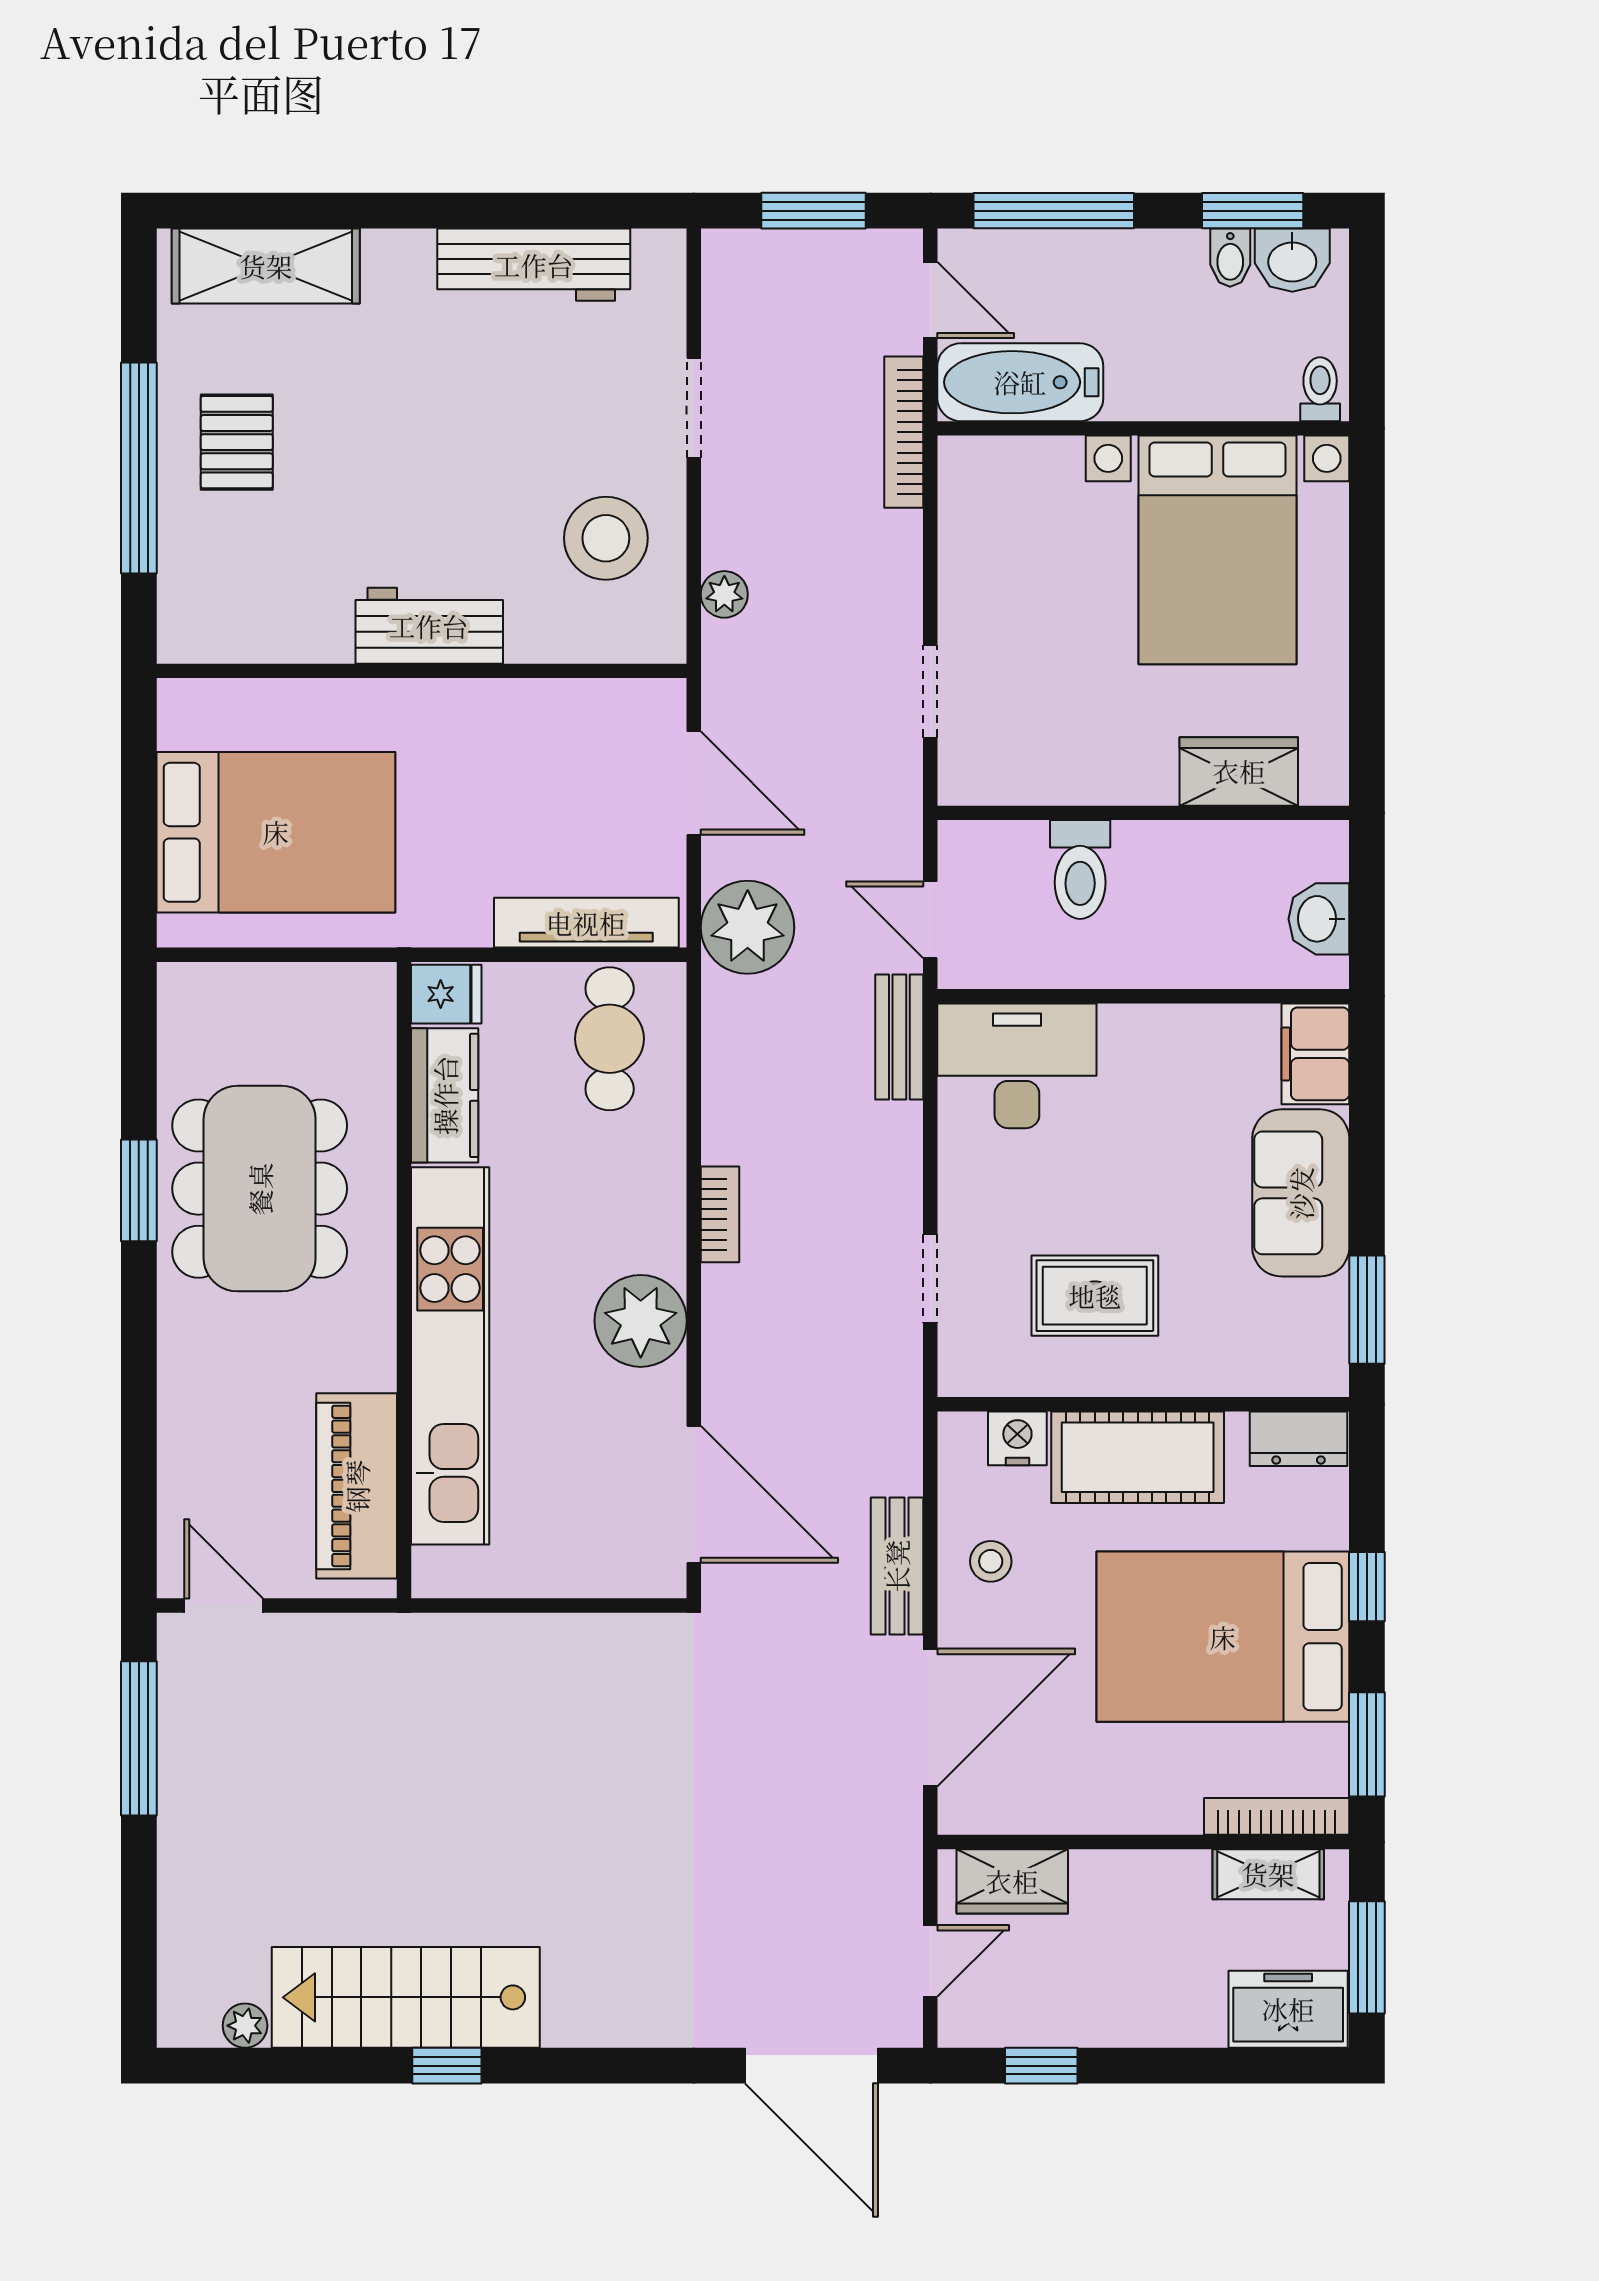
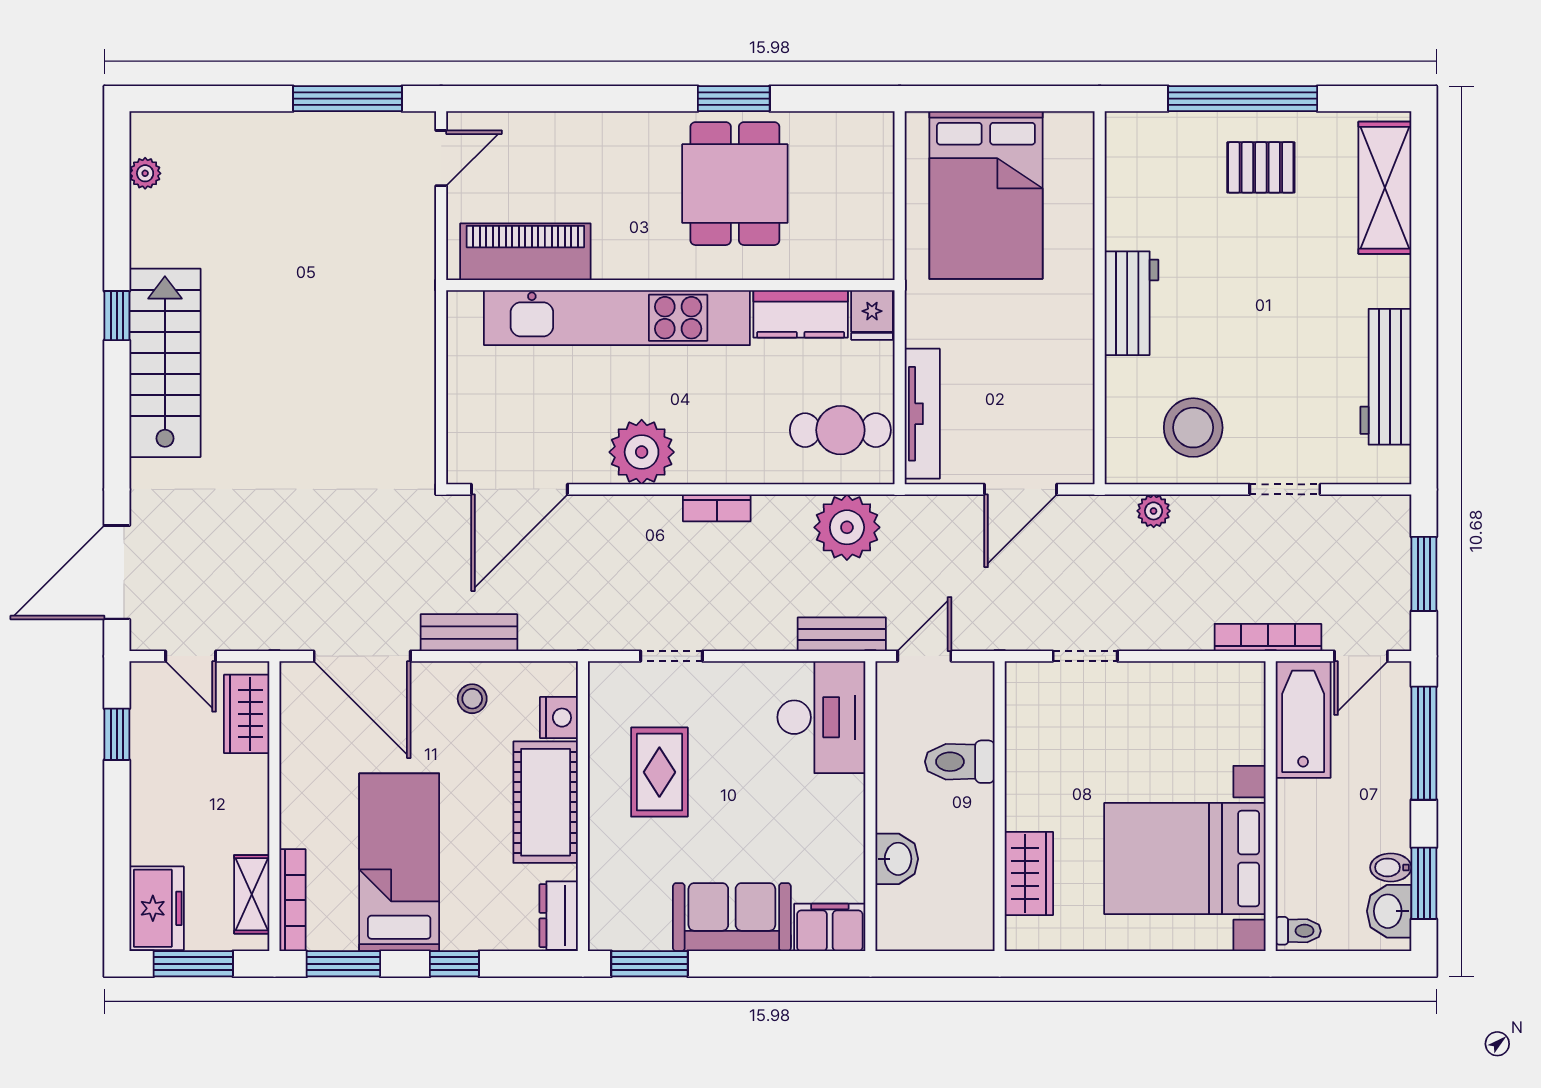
washbasin: (1319, 919) -> (897, 859), moved, turned 90
plant: (748, 927) -> (847, 527), moved
dining table: (260, 1189) -> (735, 184), width x0.73
bed: (1223, 1637) -> (399, 862), width x0.67
stairs: (406, 1997) -> (165, 363), moved

